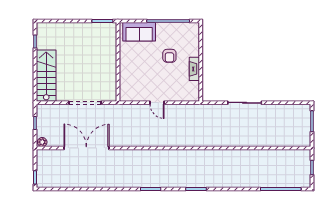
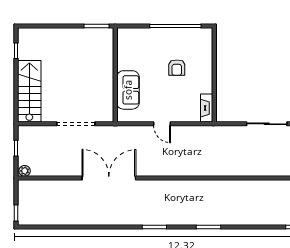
sofa: (139, 32) -> (128, 90), moved, turned -90
fireplace: (194, 69) -> (207, 108), moved
double door: (86, 148) -> (109, 178), moved

